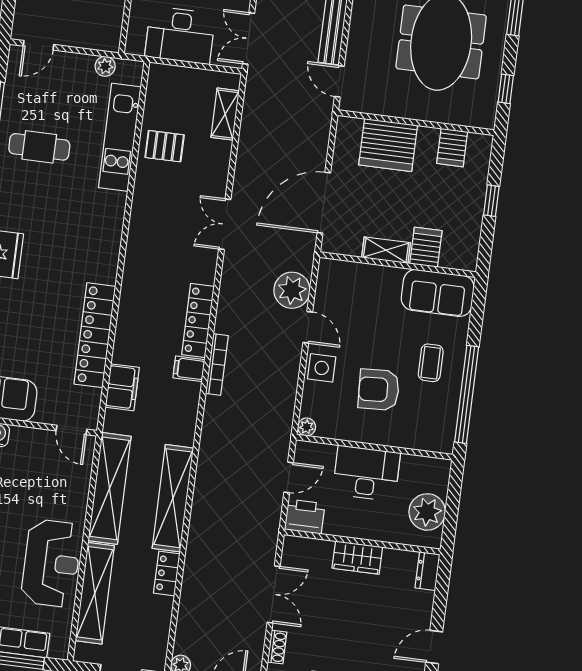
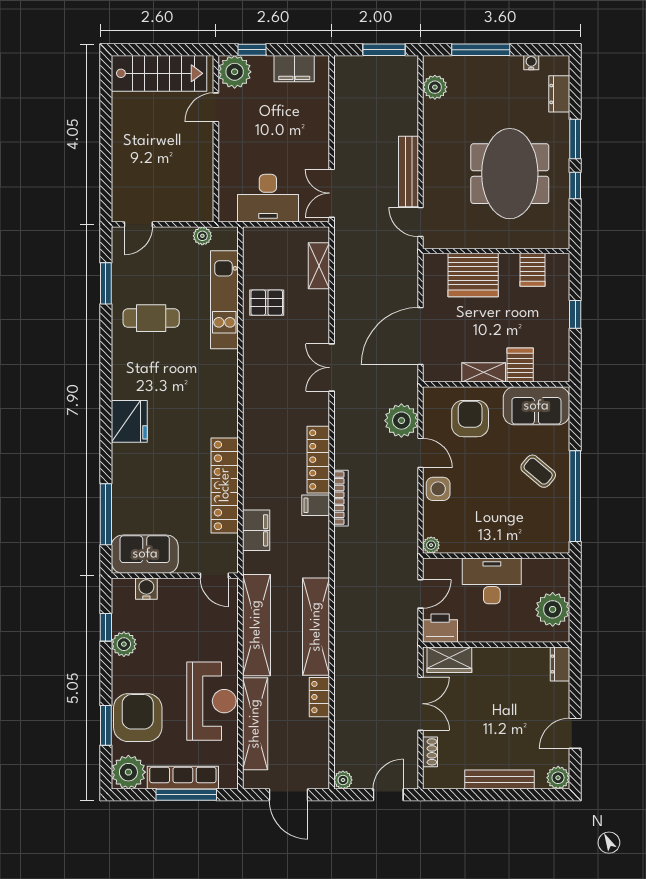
window: (506, 89) -> (575, 185), moved
coffee table: (431, 363) -> (538, 471), turned -50
armchair: (379, 390) -> (470, 419), moved, turned 93
wardrobe: (357, 558) -> (449, 660), moved

